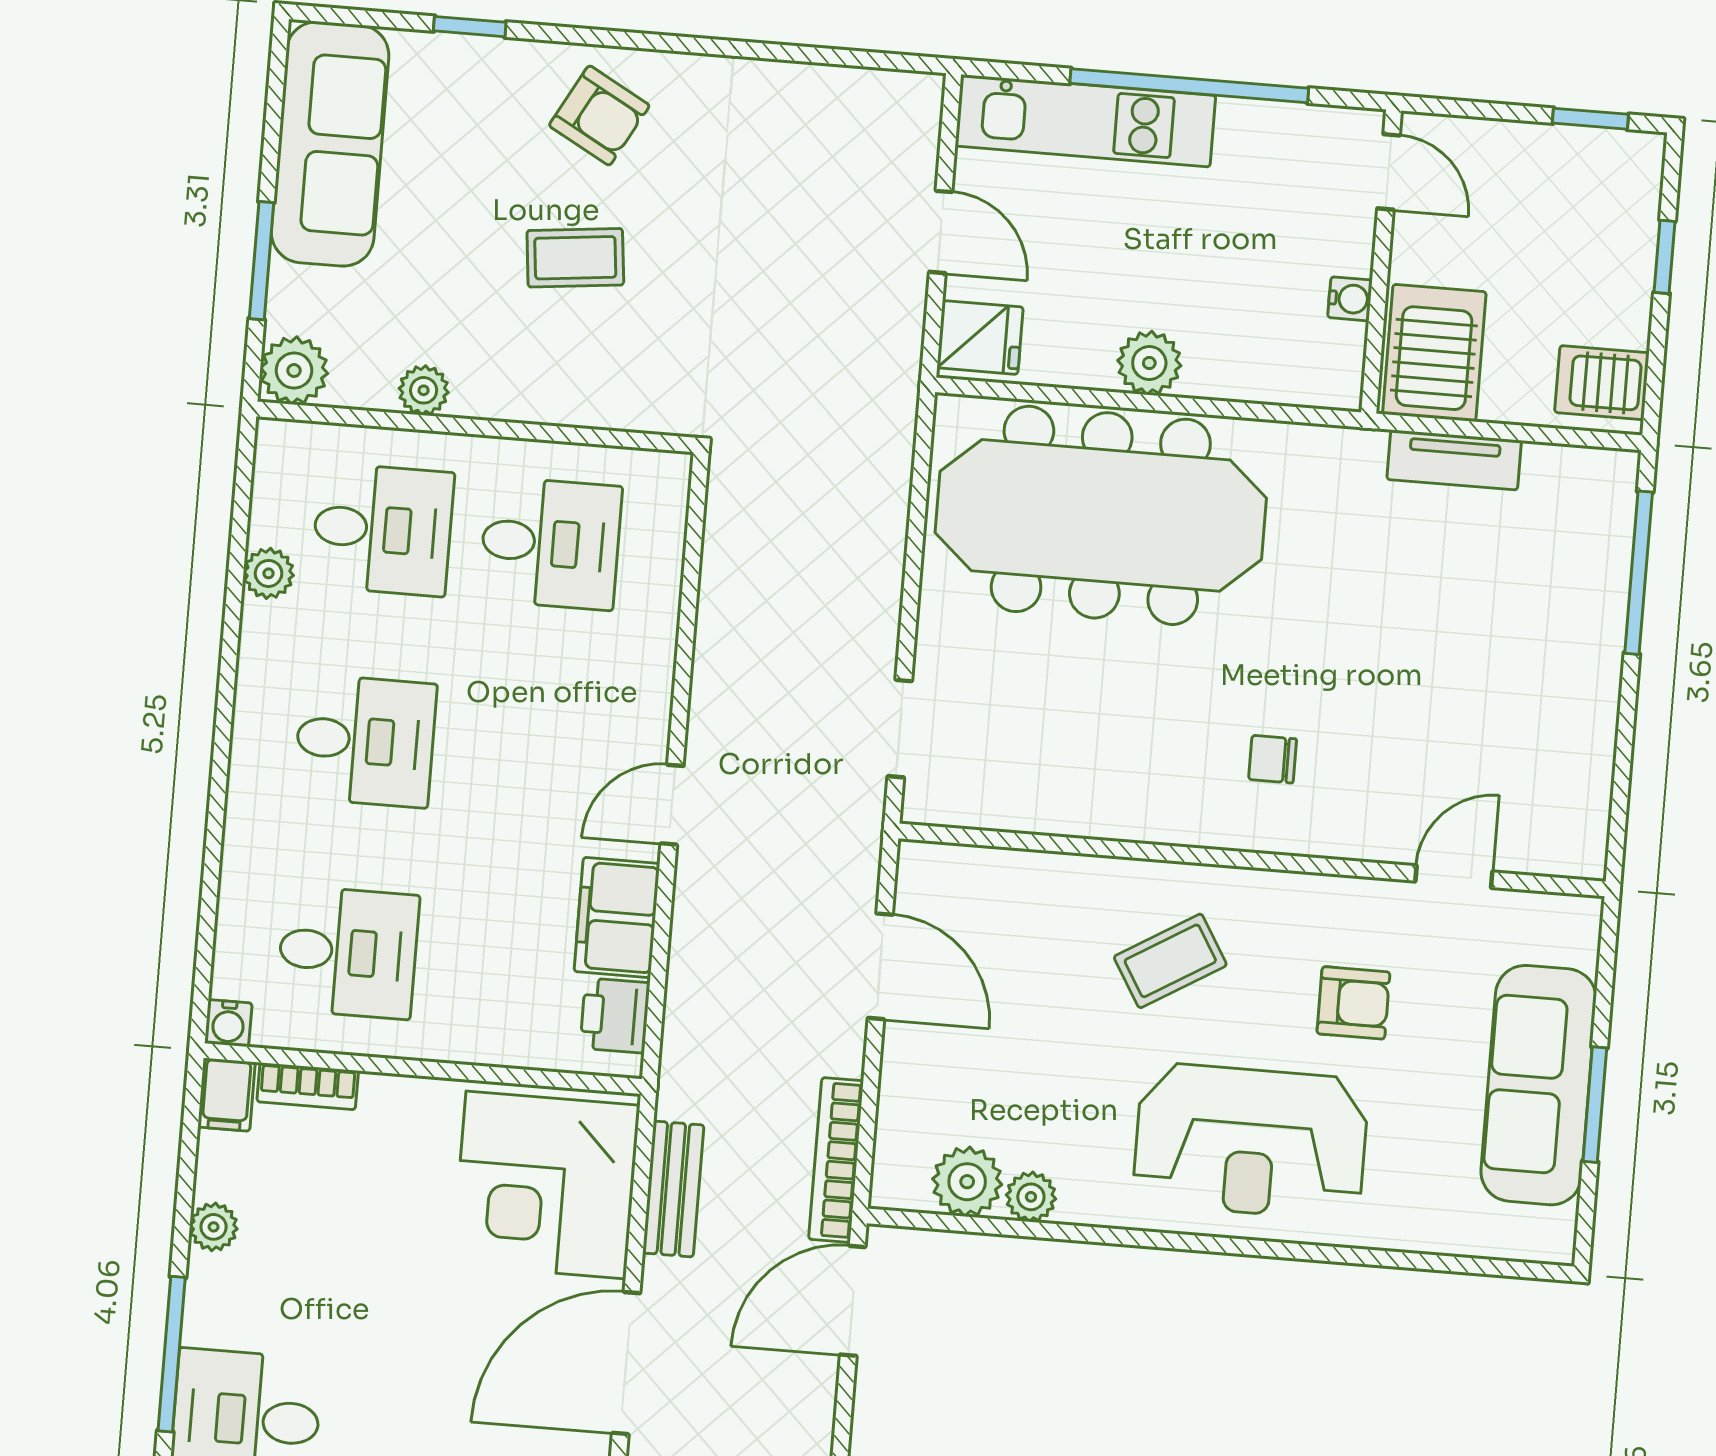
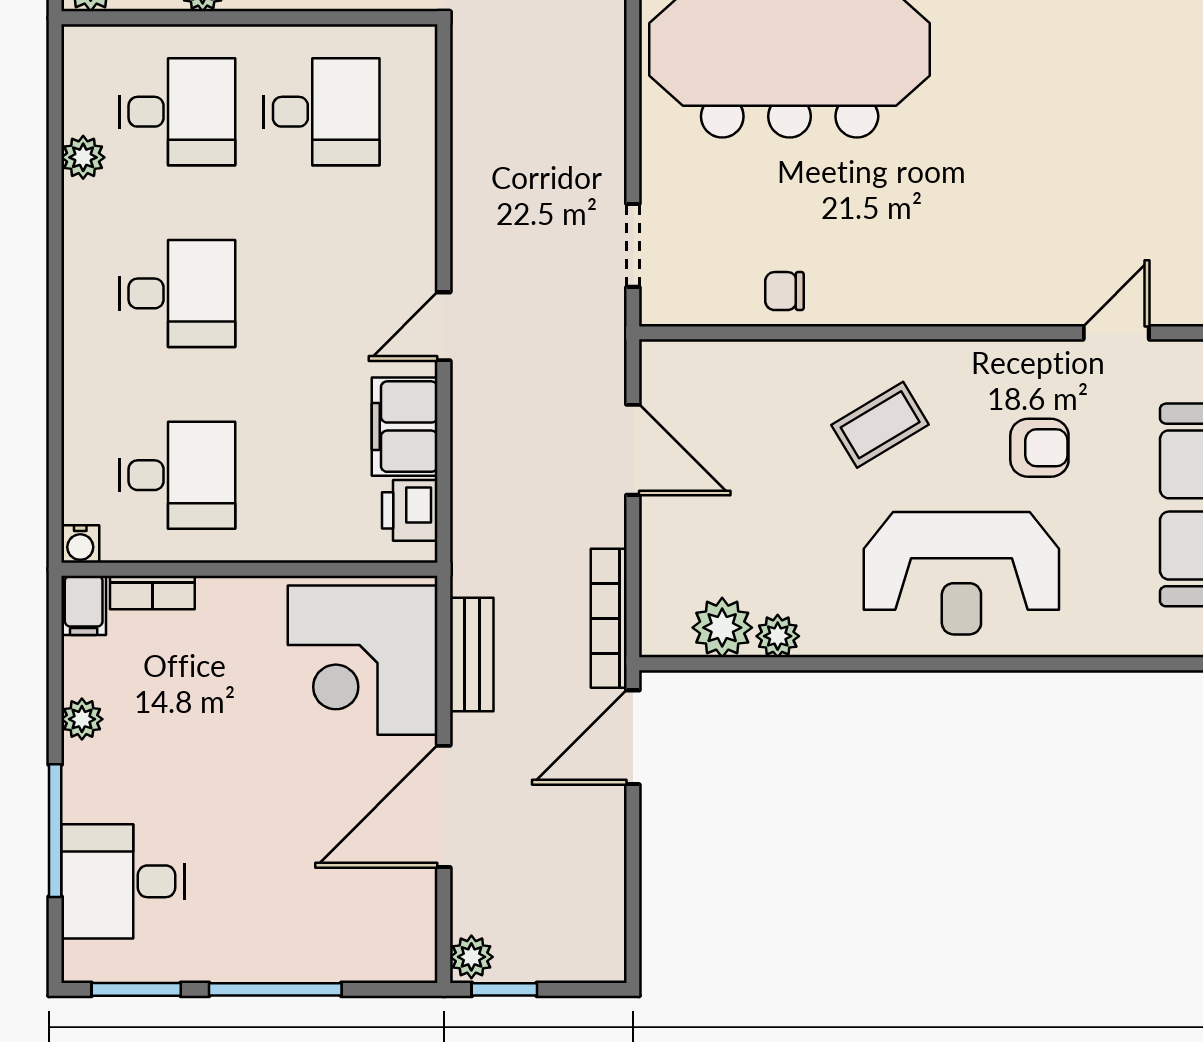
chair: (1273, 759) -> (784, 291), moved

